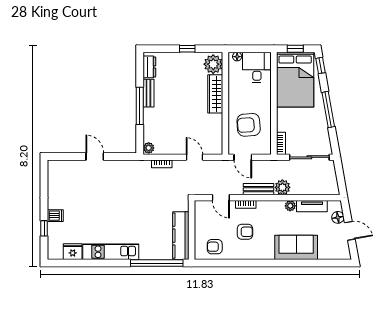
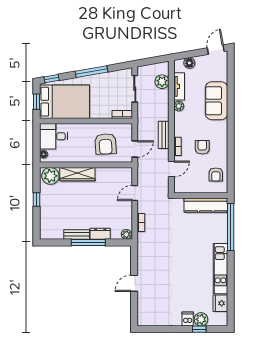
dresser: (149, 67) -> (100, 234), moved
sliding door: (309, 157) -> (135, 89), width x0.73
plant: (282, 187) -> (162, 82), moved
plant: (55, 230) -> (201, 319), added
door: (350, 231) -> (216, 50), moved

